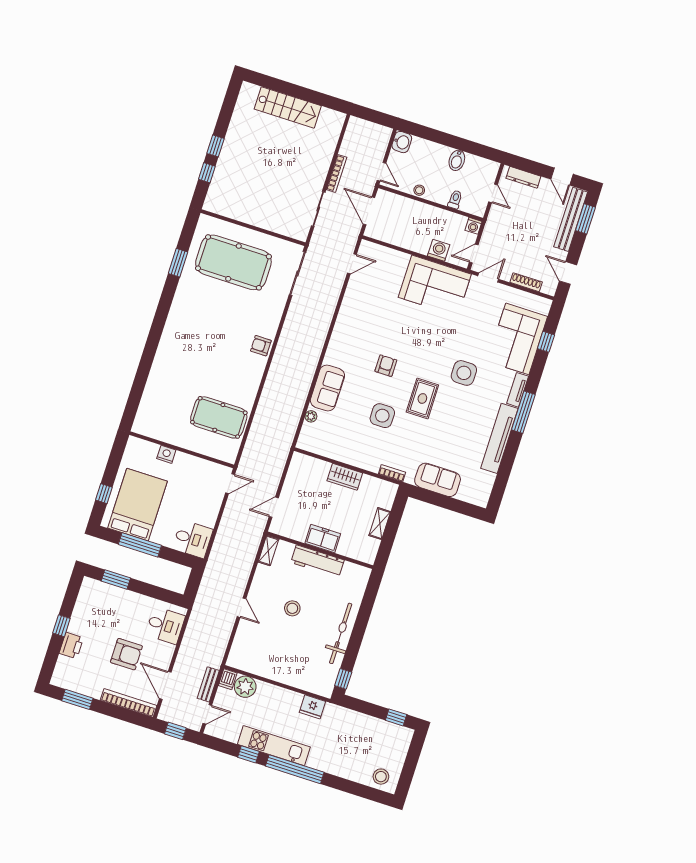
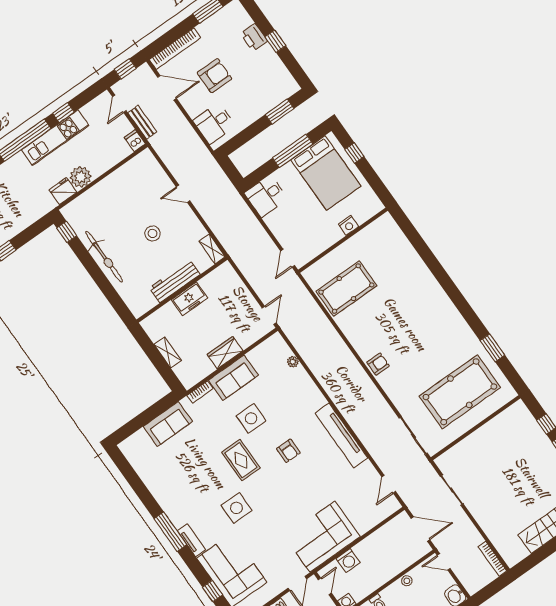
bookcase: (337, 173) -> (492, 559), moved
sofa: (327, 388) -> (233, 378), moved, turned -90
tv unit: (499, 438) -> (341, 435), moved, turned 180
door: (274, 507) -> (269, 315), moved
armchair: (126, 654) -> (214, 76), turned 180
plant: (245, 687) -> (81, 177), moved

